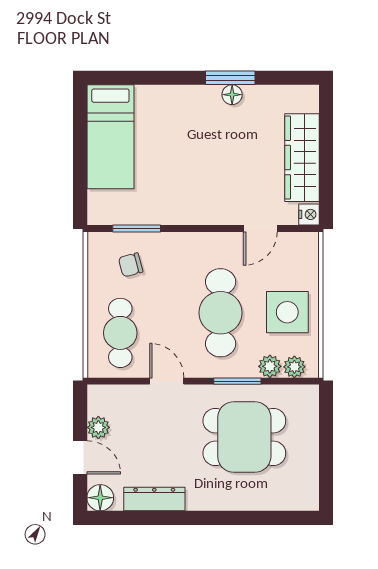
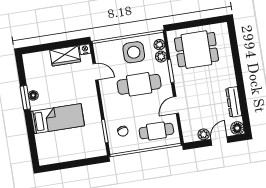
bed: (110, 137) -> (58, 119), moved
wardrobe: (302, 158) -> (65, 56), width x0.67
dining table: (244, 437) -> (196, 50), moved, turned 90

